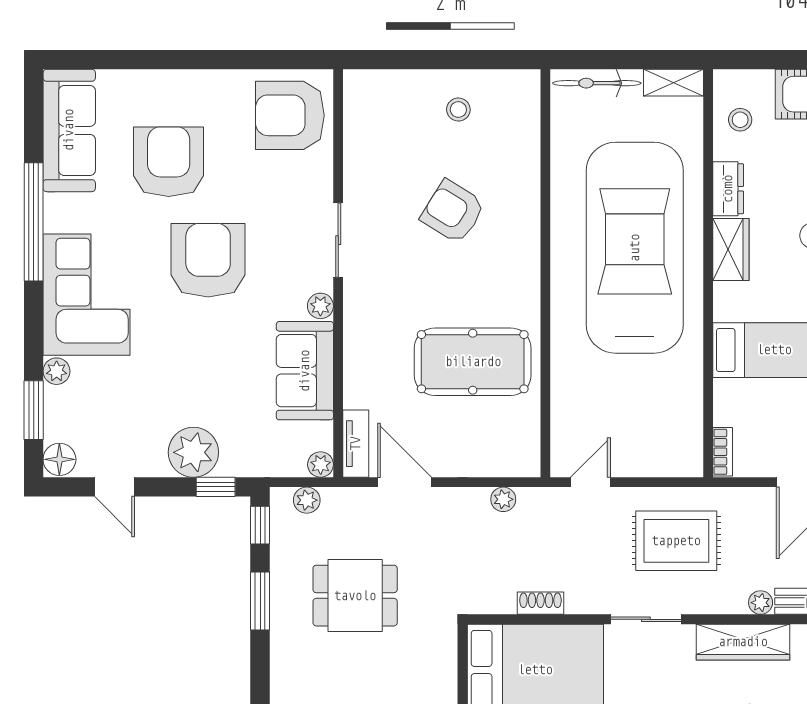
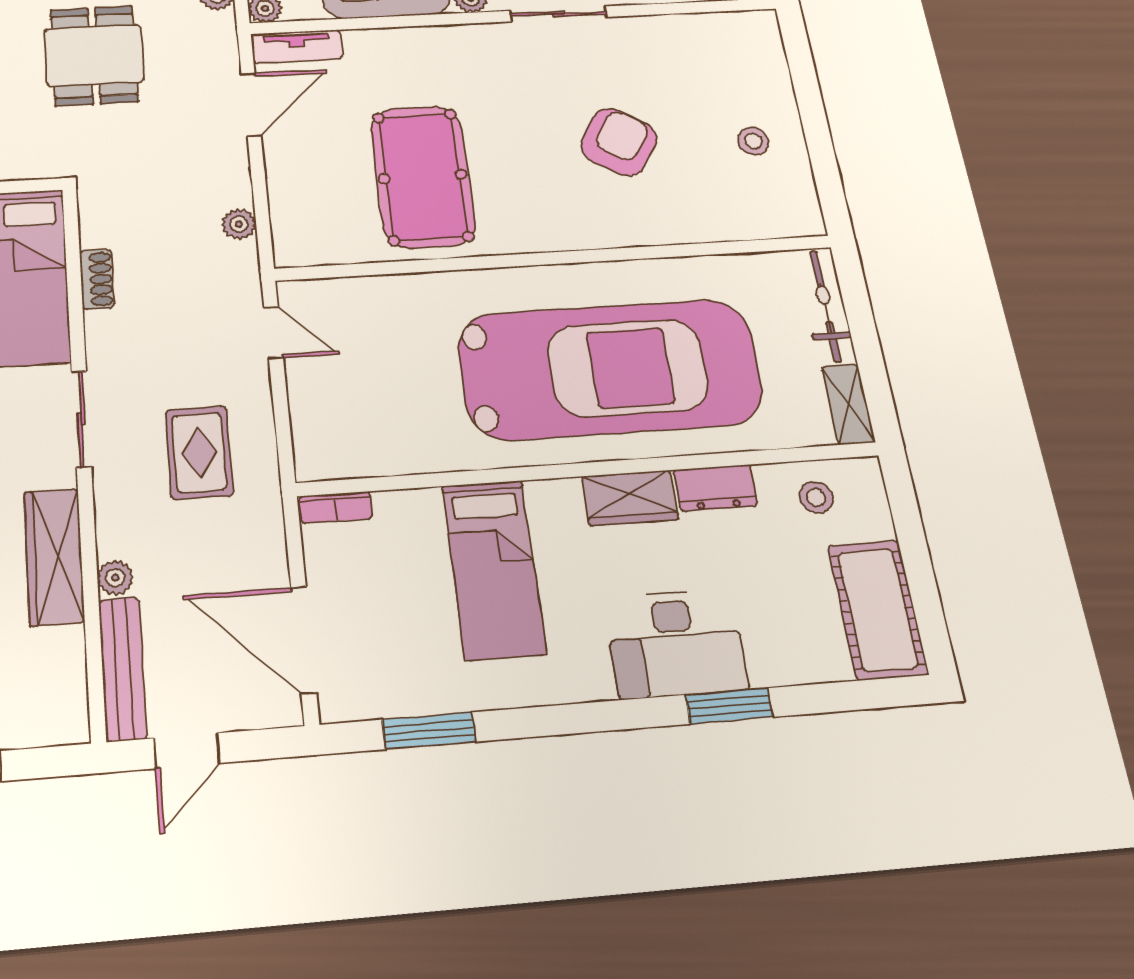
rug: (676, 541) -> (199, 452), width x0.73, depth x0.70

